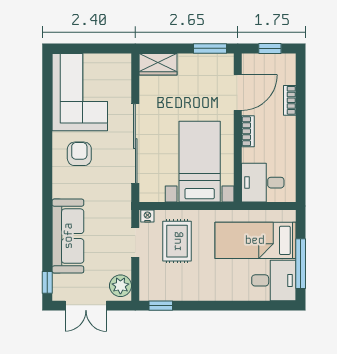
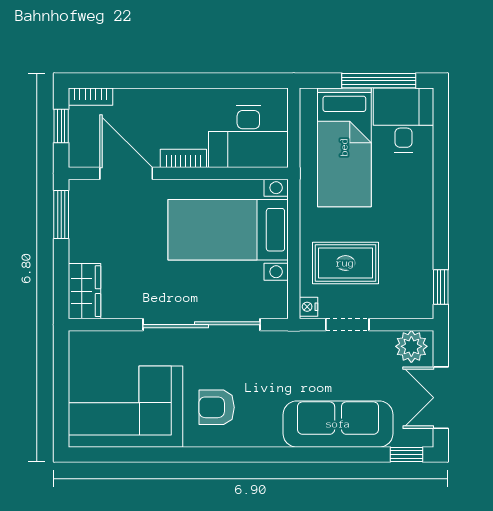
bookcase: (290, 100) -> (90, 97), moved
desk: (263, 183) -> (248, 136), width x1.37
double door: (86, 306) -> (441, 398), swing flipped

